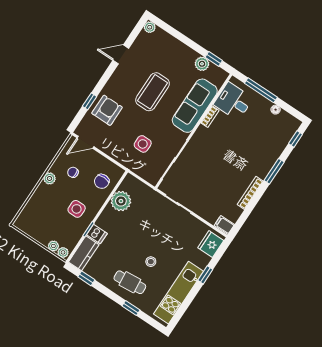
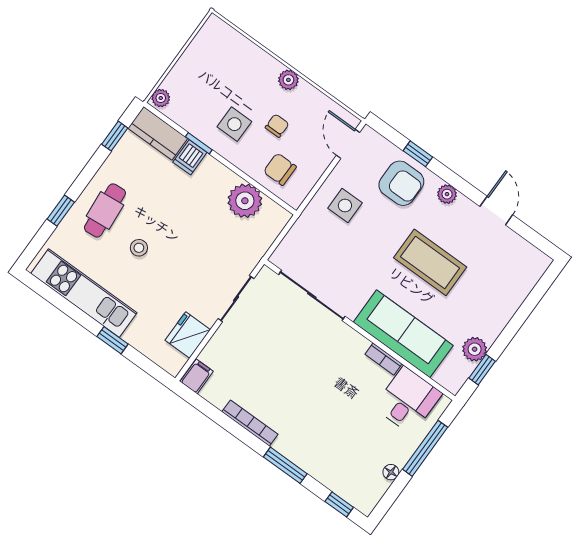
plant: (150, 27) -> (447, 194), moved
side table: (143, 144) -> (345, 206), moved
chair: (73, 172) -> (277, 126), moved
fridge: (211, 244) -> (188, 335), moved, turned -90
plant: (53, 246) -> (172, 82), removed

